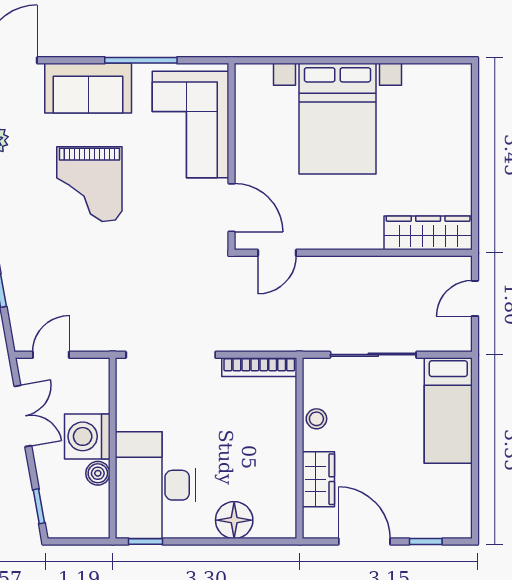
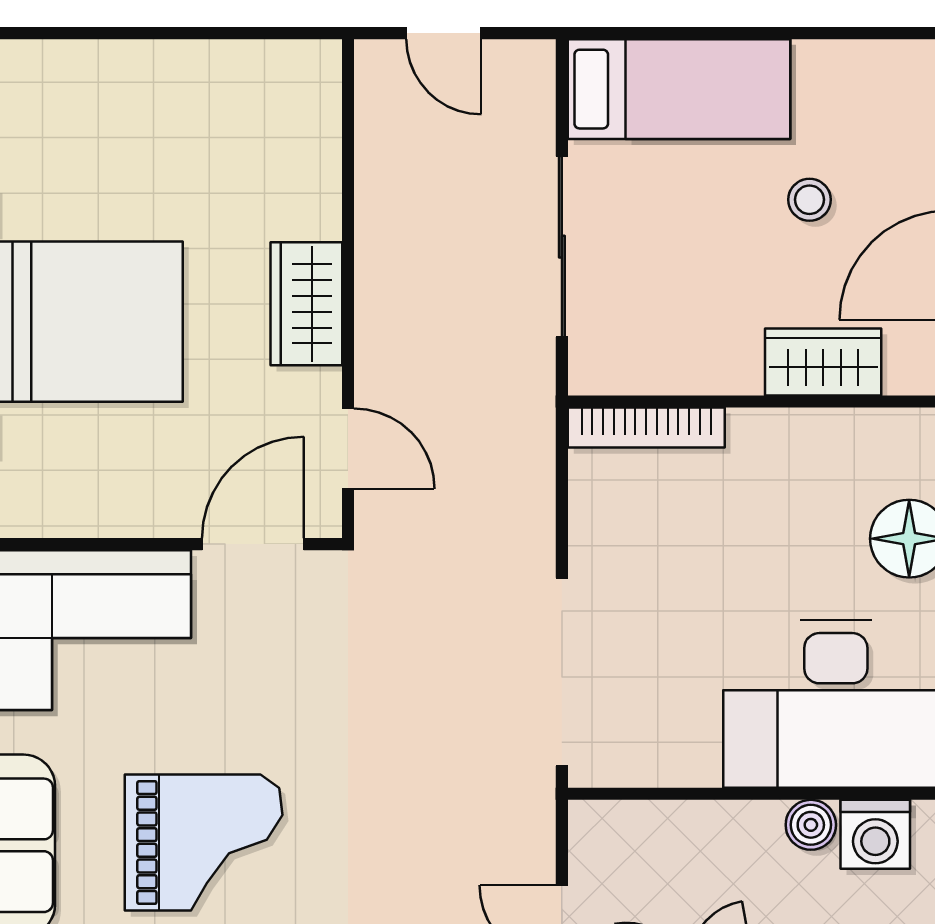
wardrobe: (428, 233) -> (306, 304), moved, width x0.67
bookcase: (259, 367) -> (646, 428), moved, turned 90
stool: (316, 419) -> (809, 200), moved
washing machine: (87, 436) -> (875, 834), moved, width x0.73, depth x0.73

